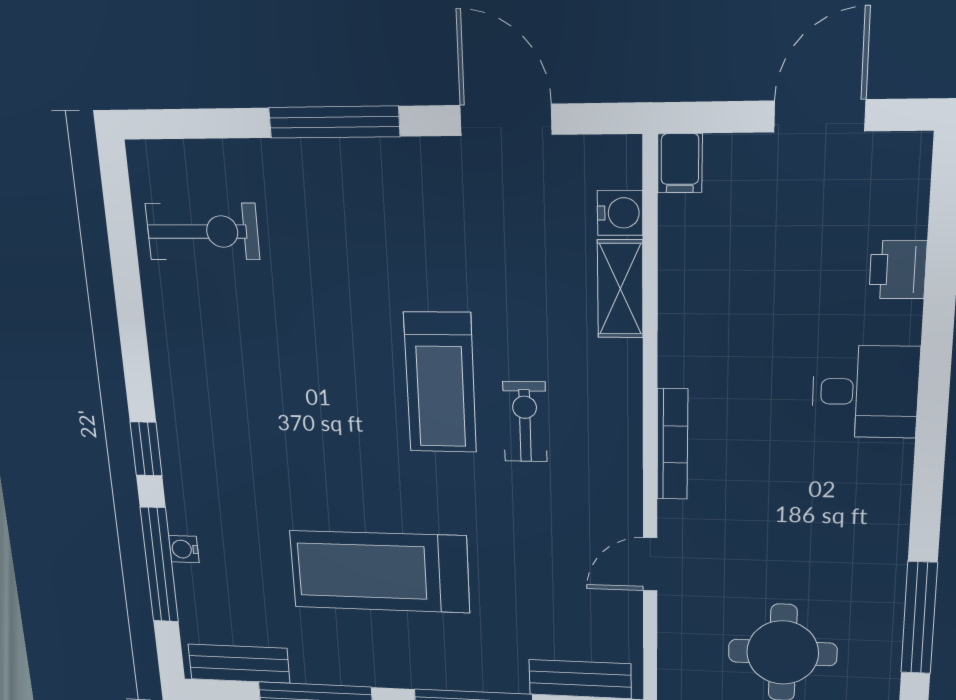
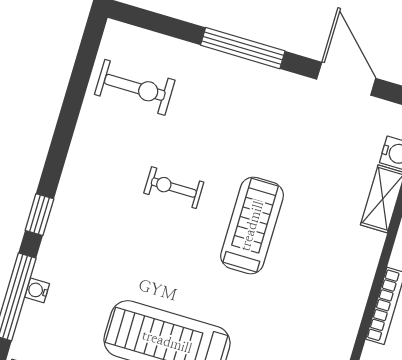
treadmill: (440, 383) -> (252, 226), turned 180
exercise bike: (525, 422) -> (174, 188), moved, turned -90

